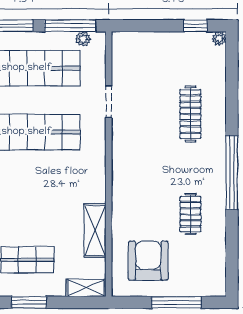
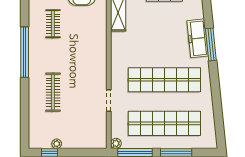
plant: (219, 38) -> (57, 144), moved
plant: (83, 39) -> (116, 143), moved

